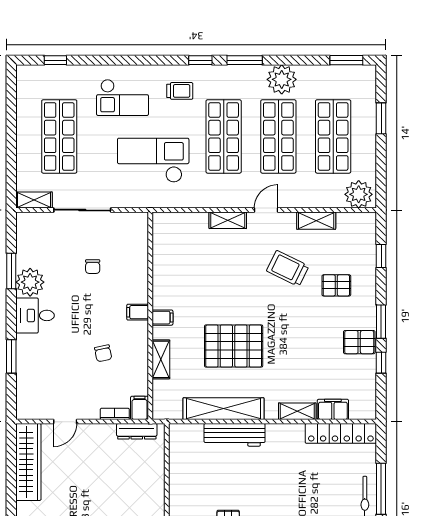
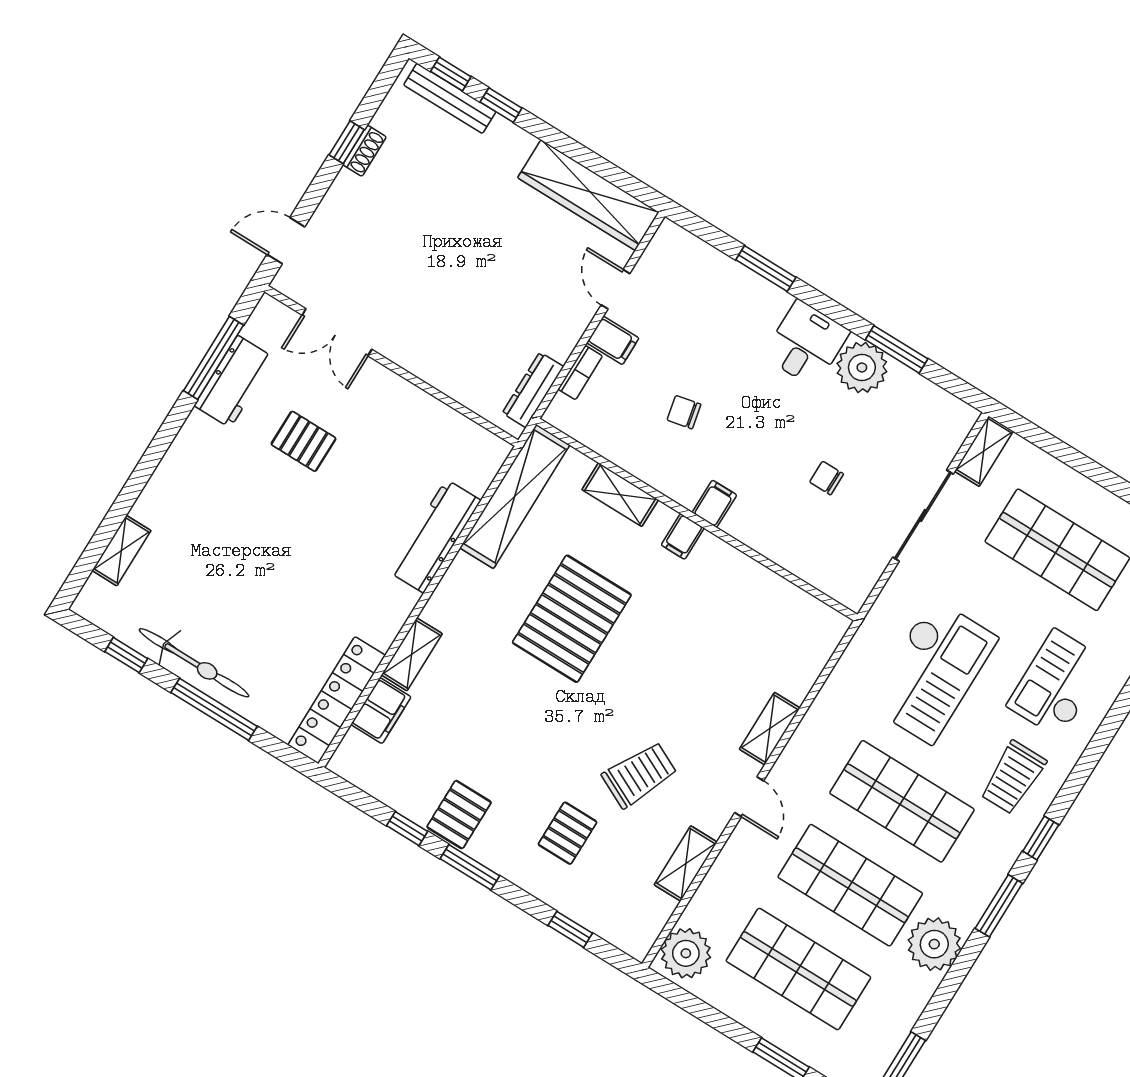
trolley: (180, 91) -> (1013, 777), width x1.36, depth x1.39
filing cabinet: (140, 408) -> (613, 340), moved
shelving: (223, 409) -> (515, 496), moved

